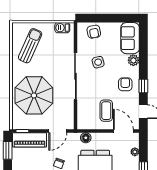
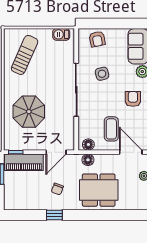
parasol: (34, 95) -> (29, 112), width x0.73, depth x0.73
floor lamp: (86, 124) -> (88, 145), added

